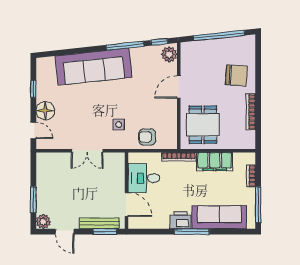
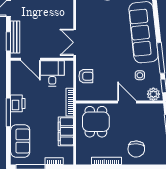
side table: (119, 125) -> (140, 75), moved
dining table: (203, 125) -> (96, 122), turned 90
armchair: (147, 137) -> (86, 76), turned 90
double door: (87, 151) -> (75, 42), moved
door: (126, 205) -> (31, 59), hinge flipped
sofa: (219, 217) -> (20, 141), width x0.73

